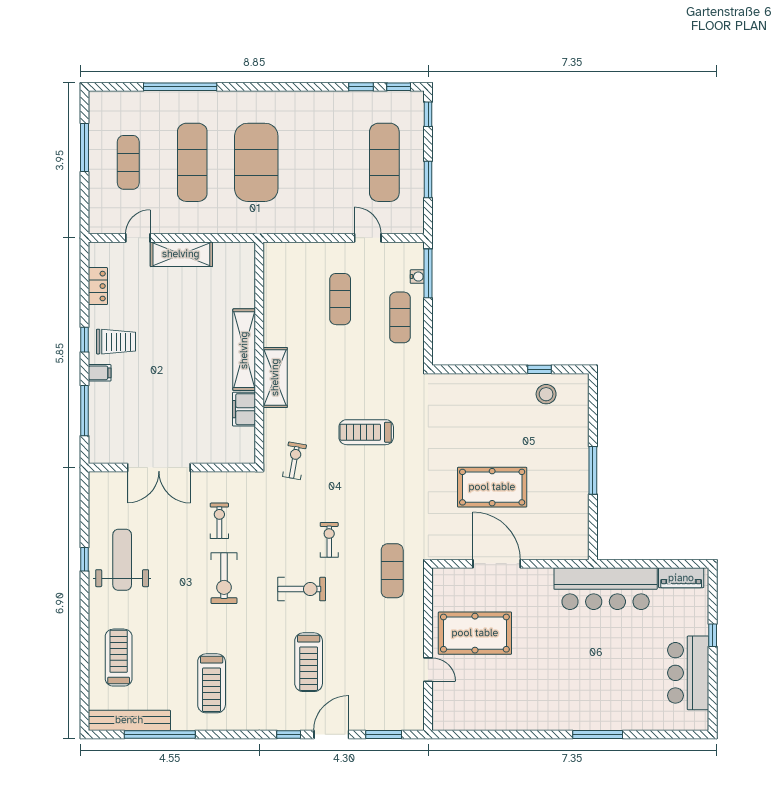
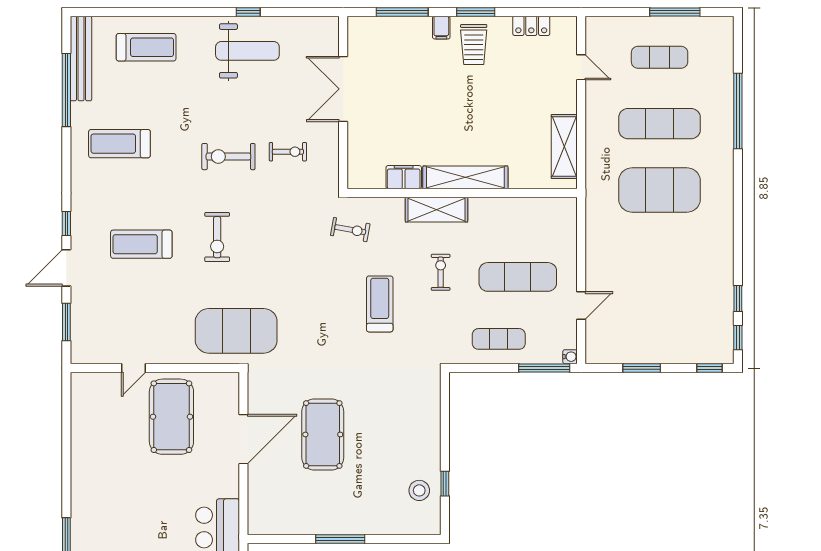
exercise mat: (384, 162) -> (660, 323), removed
shelving: (181, 254) -> (564, 147), moved
water cooler: (417, 277) -> (570, 357), moved, turned -90
exercise mat: (340, 299) -> (518, 277), width x1.36, depth x1.45
window: (85, 340) -> (476, 12), width x1.50
exercise bike: (329, 540) -> (441, 272), moved, turned -90
exercise mat: (392, 571) -> (236, 331), width x2.00, depth x1.45
door: (331, 734) -> (66, 268), swing flipped

